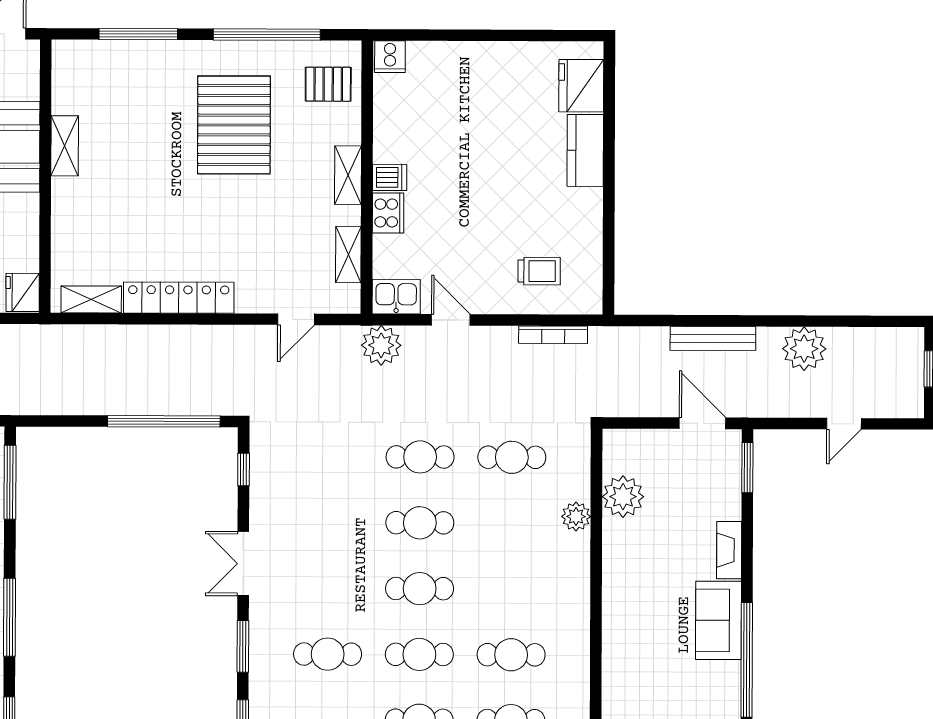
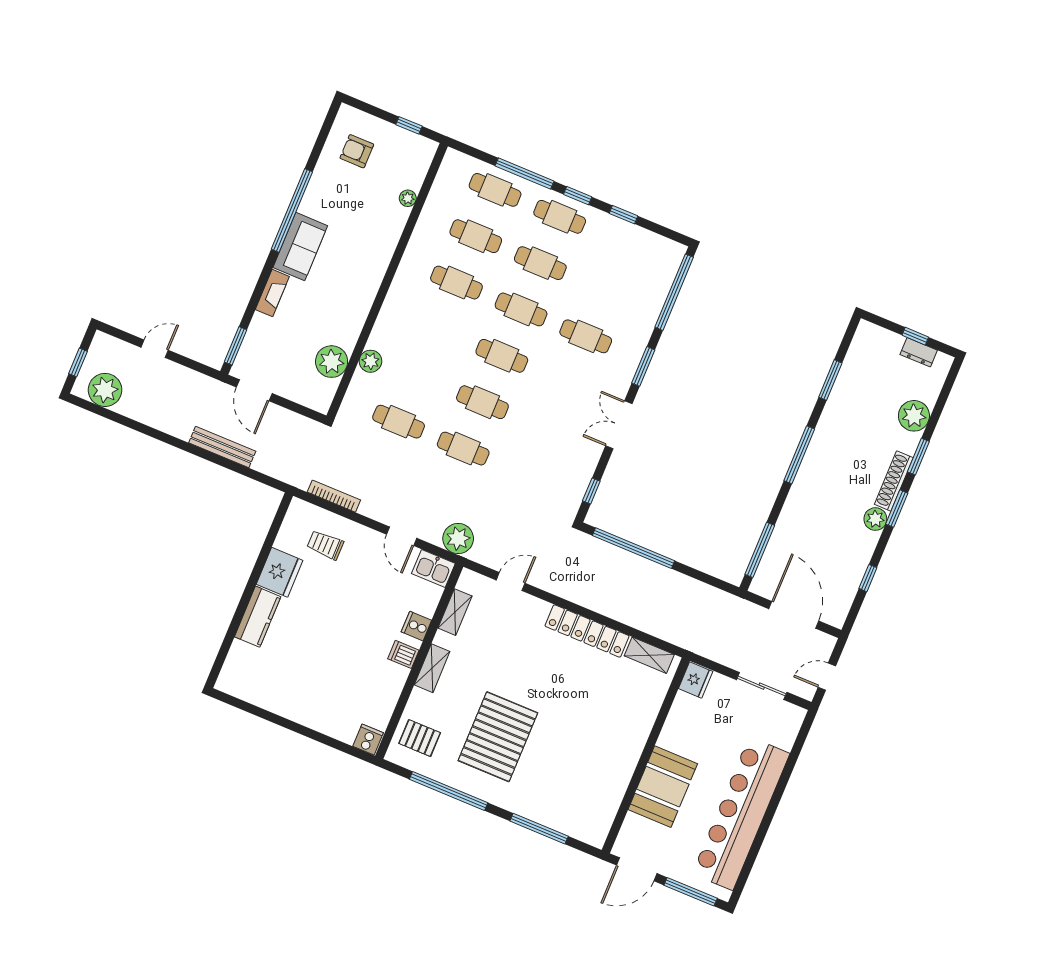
fridge: (581, 86) -> (280, 572), moved
shelving: (65, 146) -> (623, 771), removed
cooker: (388, 213) -> (416, 626), width x0.73
plant: (804, 349) -> (105, 390), moved
double door: (243, 564) -> (619, 425), swing flipped

